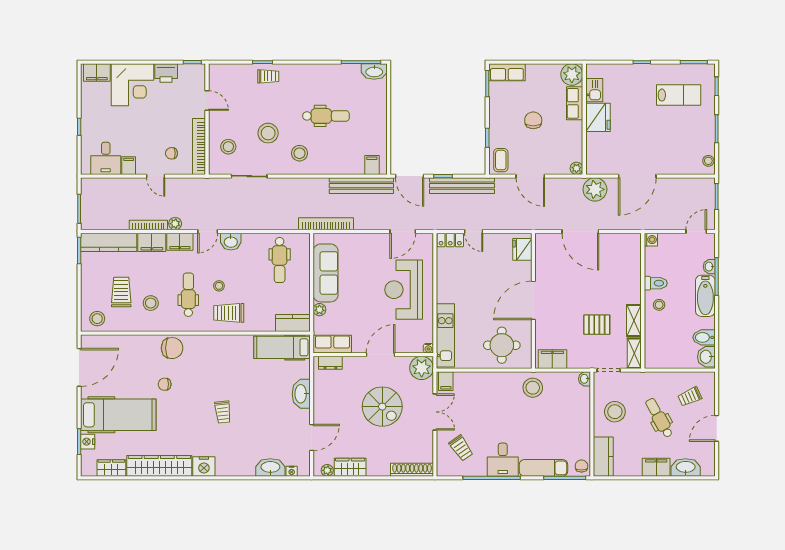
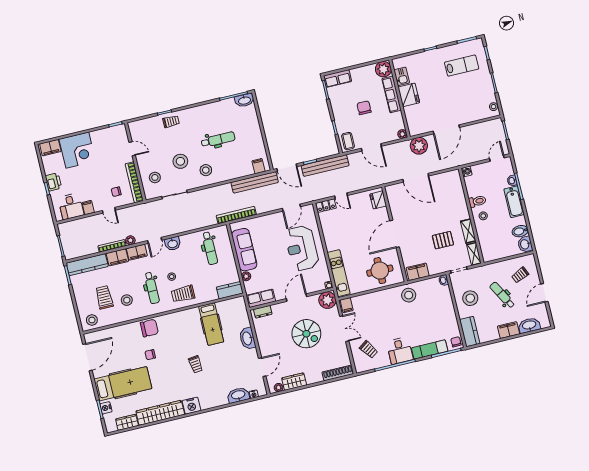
printer: (166, 73) -> (53, 182), moved, turned -90
row of seats: (575, 103) -> (392, 94), width x1.48
dental chair: (188, 295) -> (152, 288), turned 180
hospital bed: (282, 347) -> (211, 324), moved, turned -90

